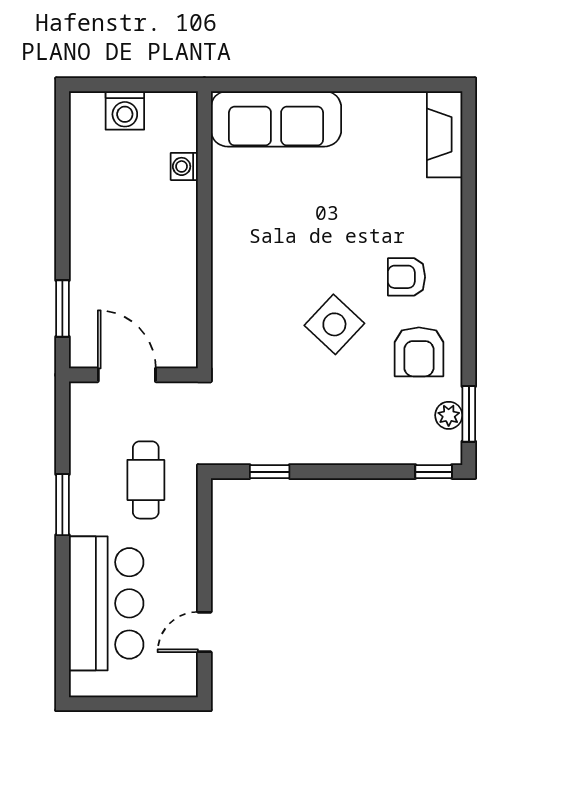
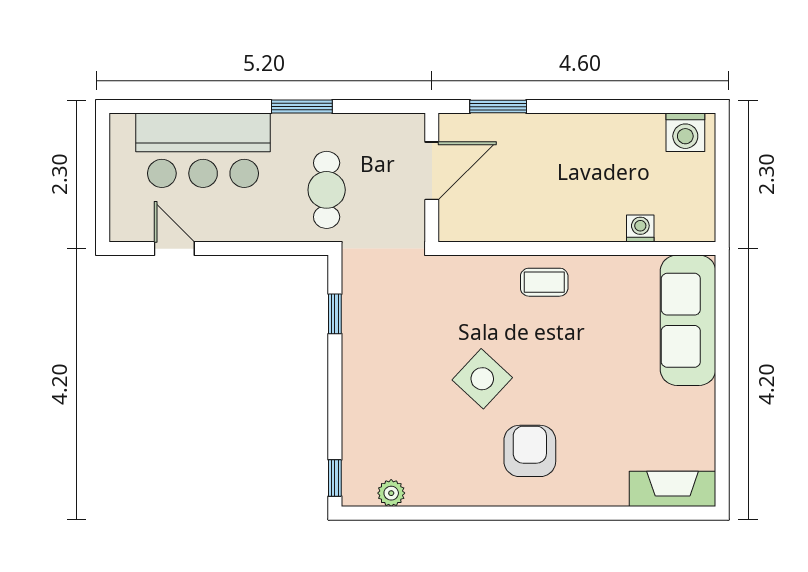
washing machine: (125, 110) -> (685, 132), moved, turned -90
coffee table: (238, 262) -> (544, 282), added
armchair: (407, 277) -> (530, 451), width x1.38, depth x1.38
armchair: (419, 352) -> (455, 463), removed
window: (469, 414) -> (393, 513), removed
cafe table: (146, 480) -> (327, 190), turned 90

